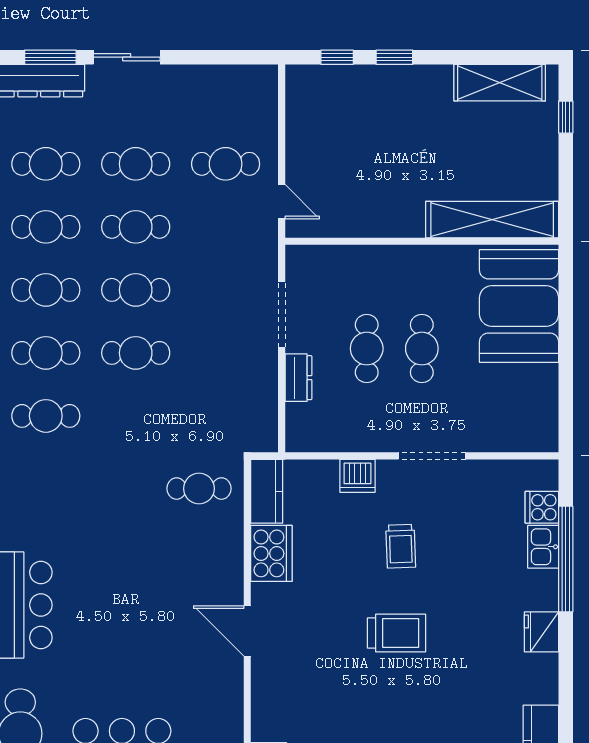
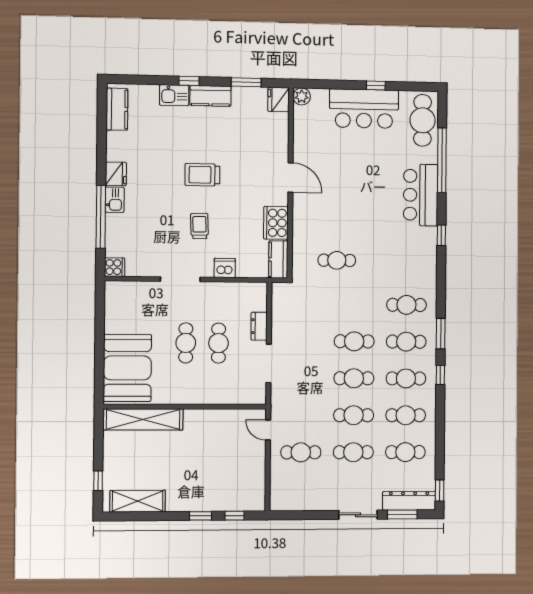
cafe table: (199, 489) -> (337, 260), moved
cooker: (542, 507) -> (115, 267), moved
kitchen sink: (543, 547) -> (115, 200), moved

